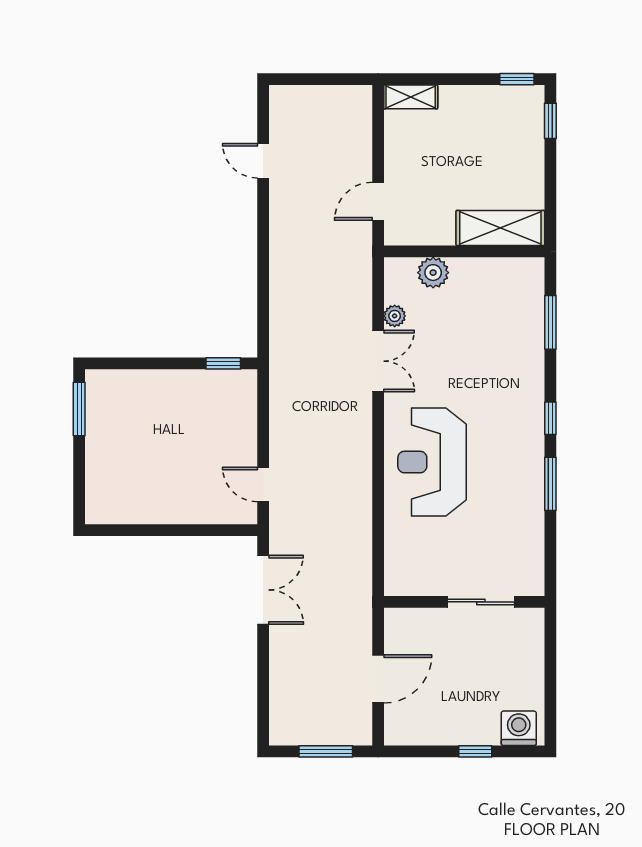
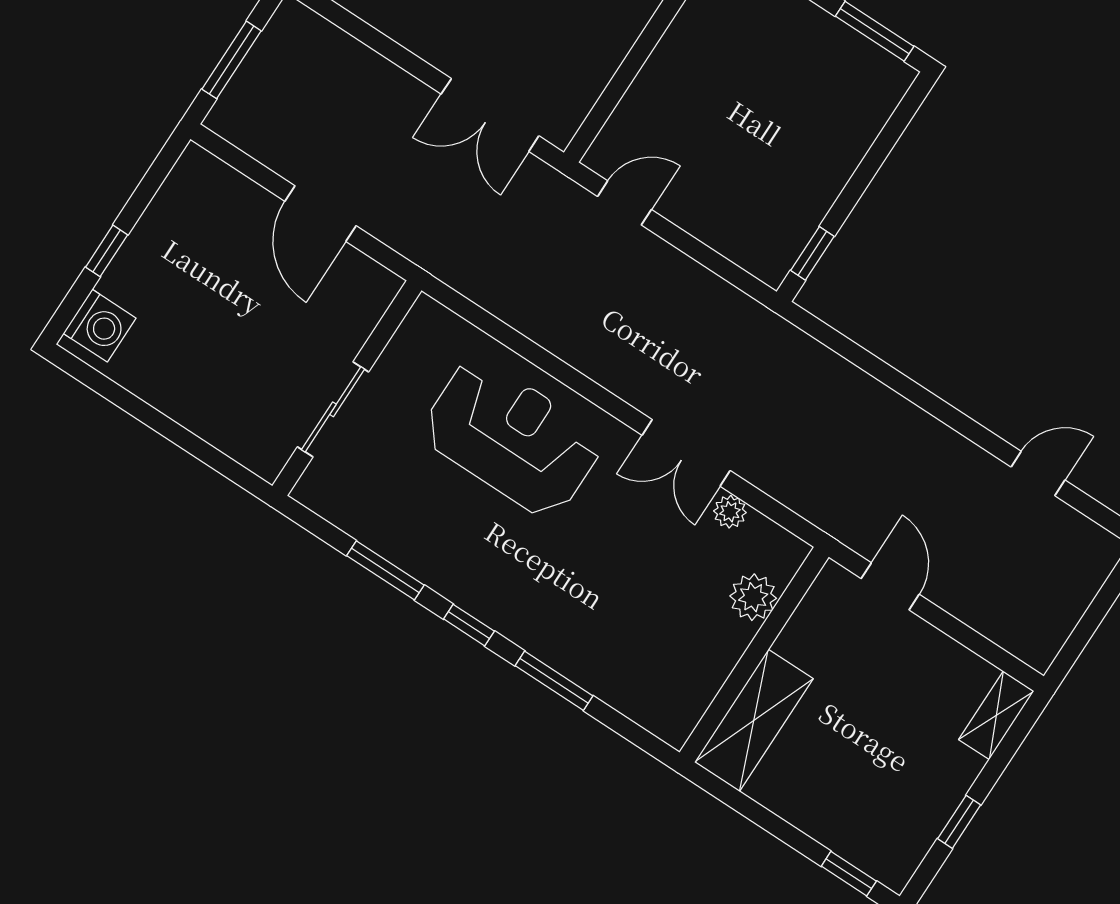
window: (517, 79) -> (959, 822), moved
window: (550, 322) -> (554, 681), moved
wall: (464, 602) -> (347, 388), moved
sliding door: (481, 602) -> (333, 409), moved
door: (378, 679) -> (320, 214), moved

